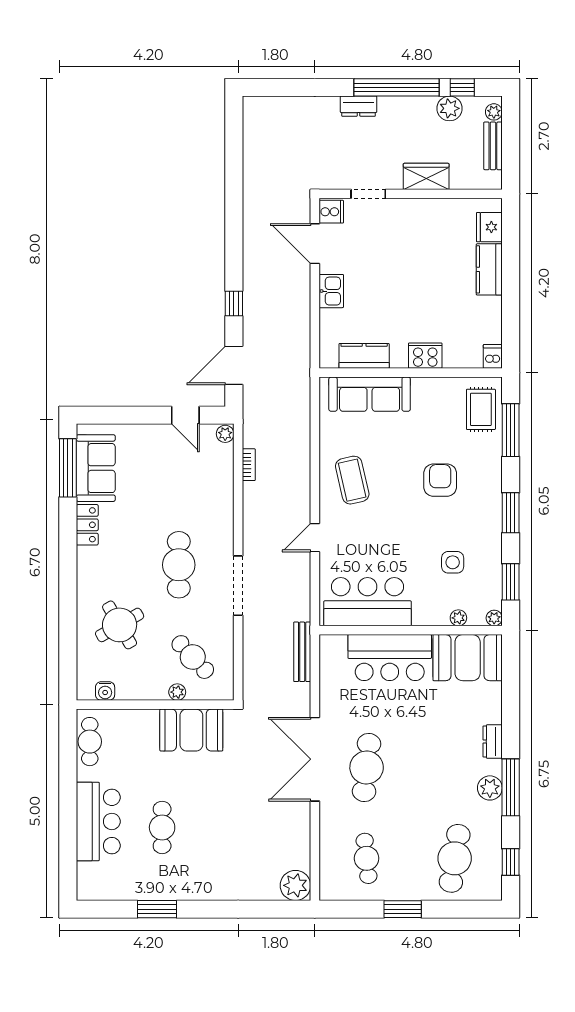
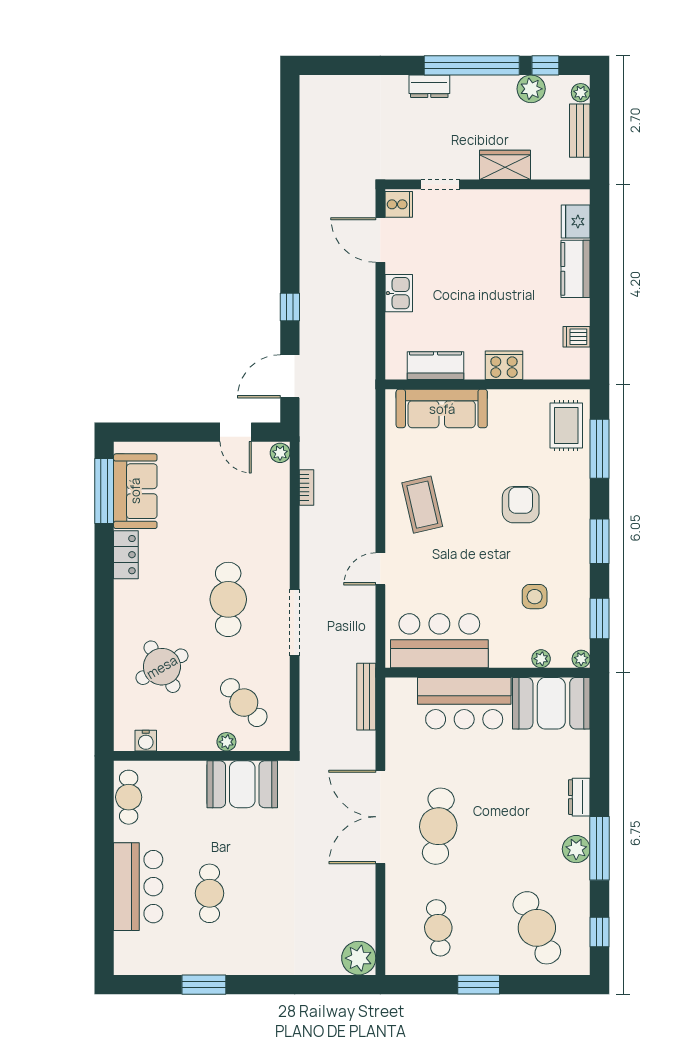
dishwasher: (493, 356) -> (577, 337), moved, turned -90
cafe table: (455, 858) -> (537, 928), turned -33

